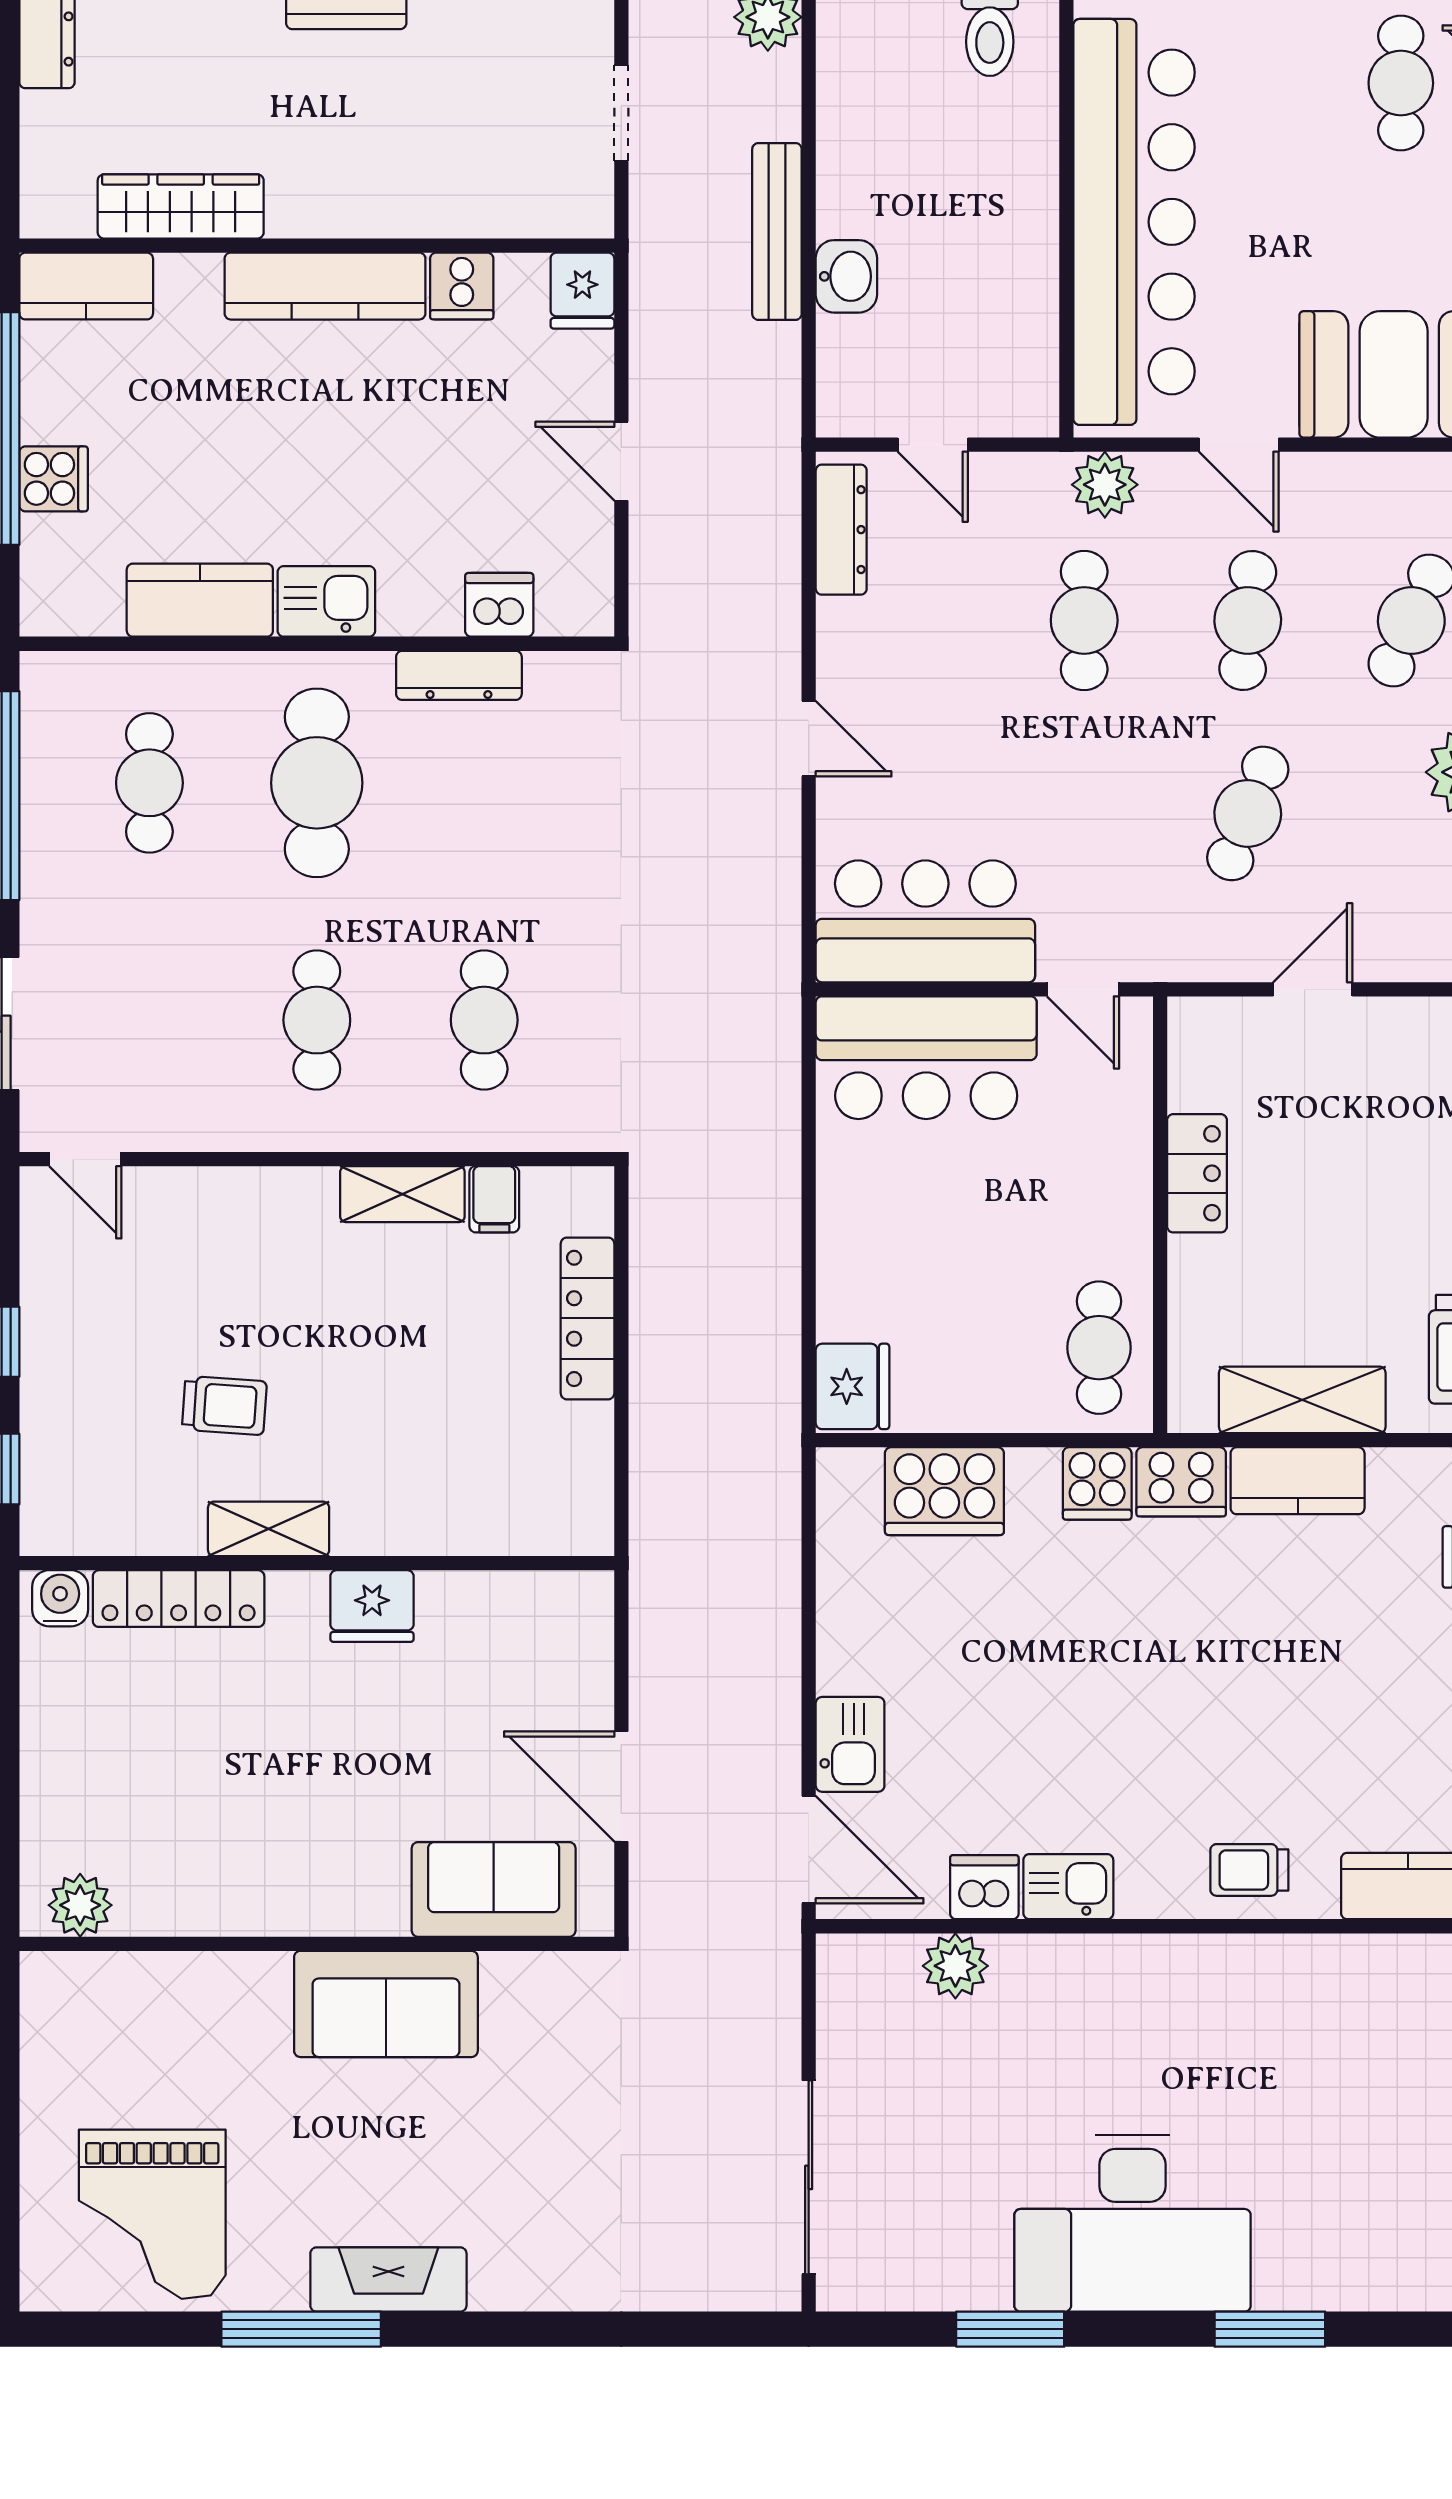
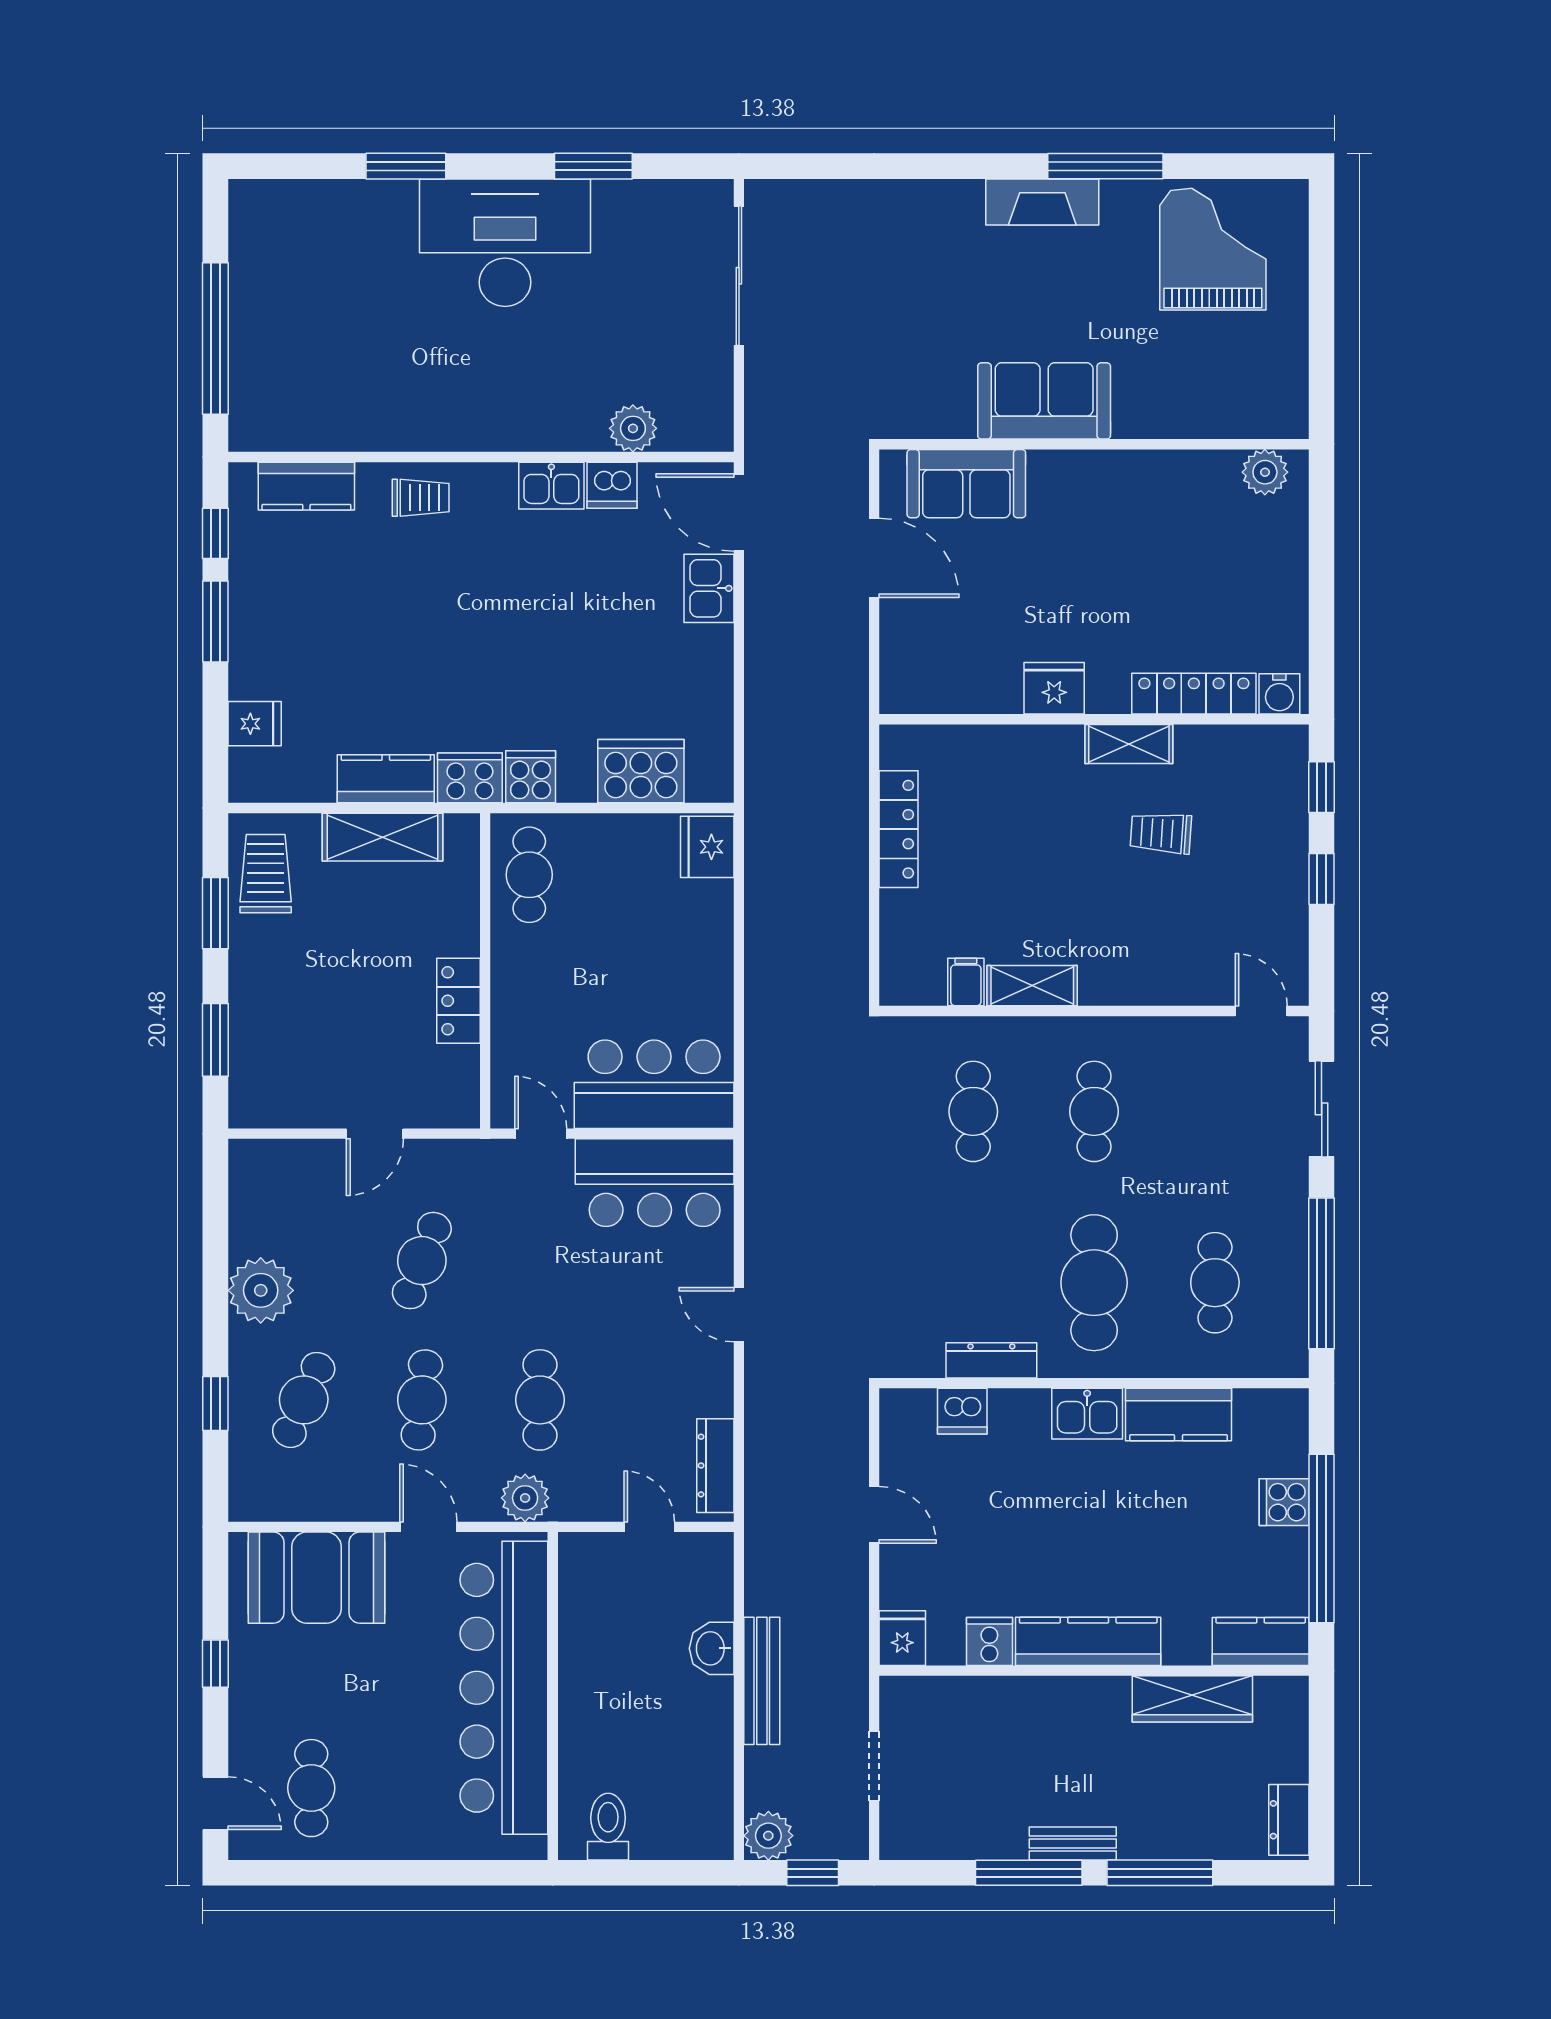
locker: (587, 1318) -> (899, 829), moved

